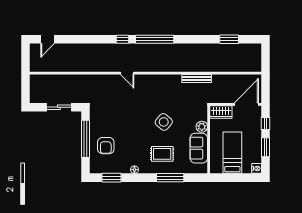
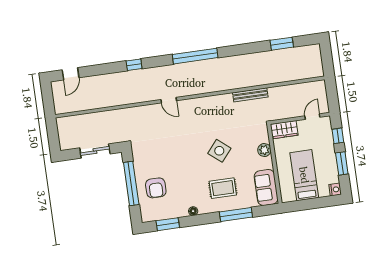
window: (122, 39) -> (134, 65), moved
door: (246, 104) -> (312, 117), width x0.53
sofa: (199, 148) -> (266, 188), moved

